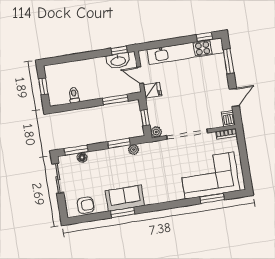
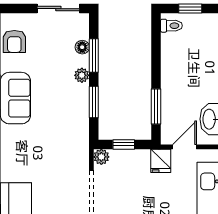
toilet: (74, 95) -> (171, 26), moved
window: (76, 150) -> (94, 56), moved
plant: (134, 150) -> (82, 75), moved

